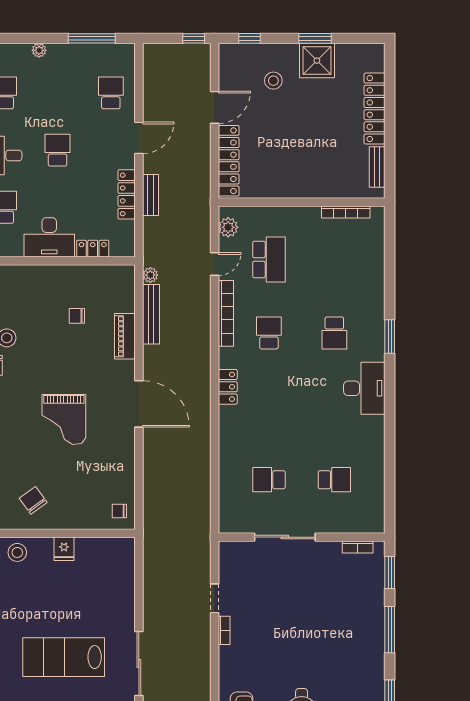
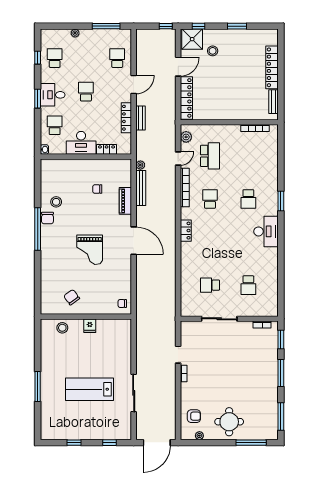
shower: (317, 61) -> (192, 39), moved
school desk: (334, 480) -> (248, 285), turned 90

